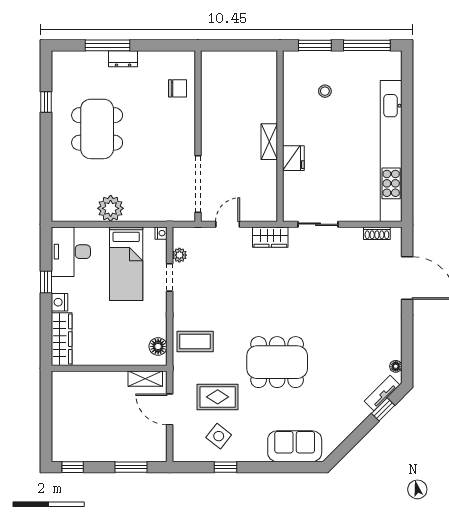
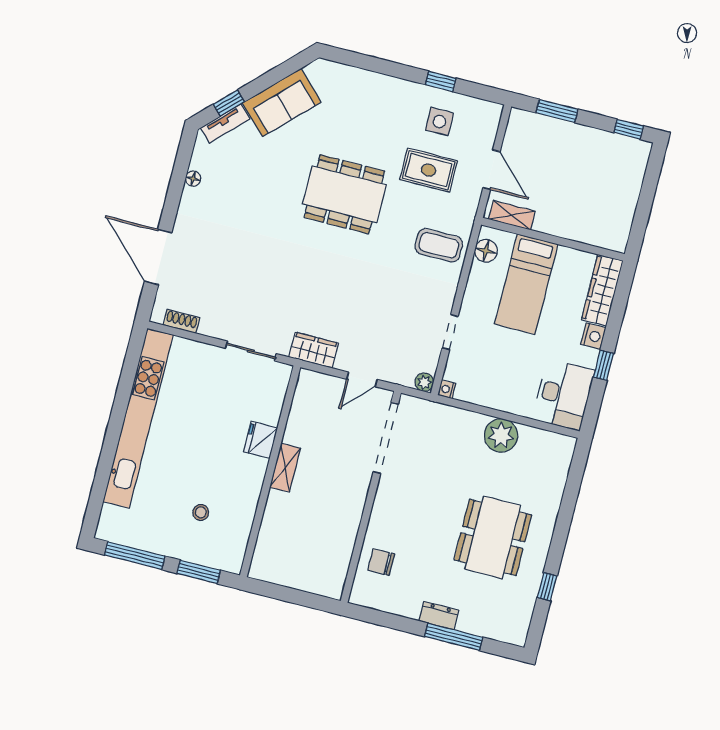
plant: (179, 255) -> (424, 382), moved
bed: (126, 264) -> (526, 284), moved, turned 180
floor lamp: (396, 366) -> (193, 179), moved
side table: (219, 436) -> (439, 122), turned -38
sofa: (295, 446) -> (282, 103), moved, turned -45

